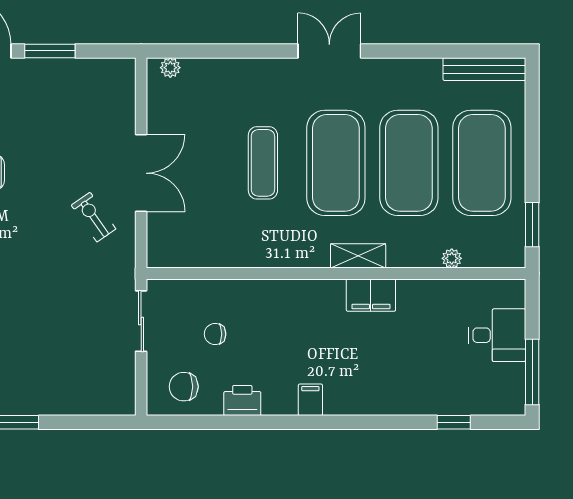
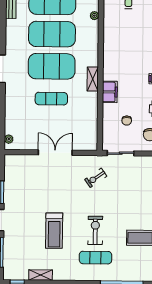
exercise bike: (93, 217) -> (96, 178), moved
shelving: (358, 256) -> (93, 79), moved
filing cabinet: (371, 295) -> (110, 92), moved

